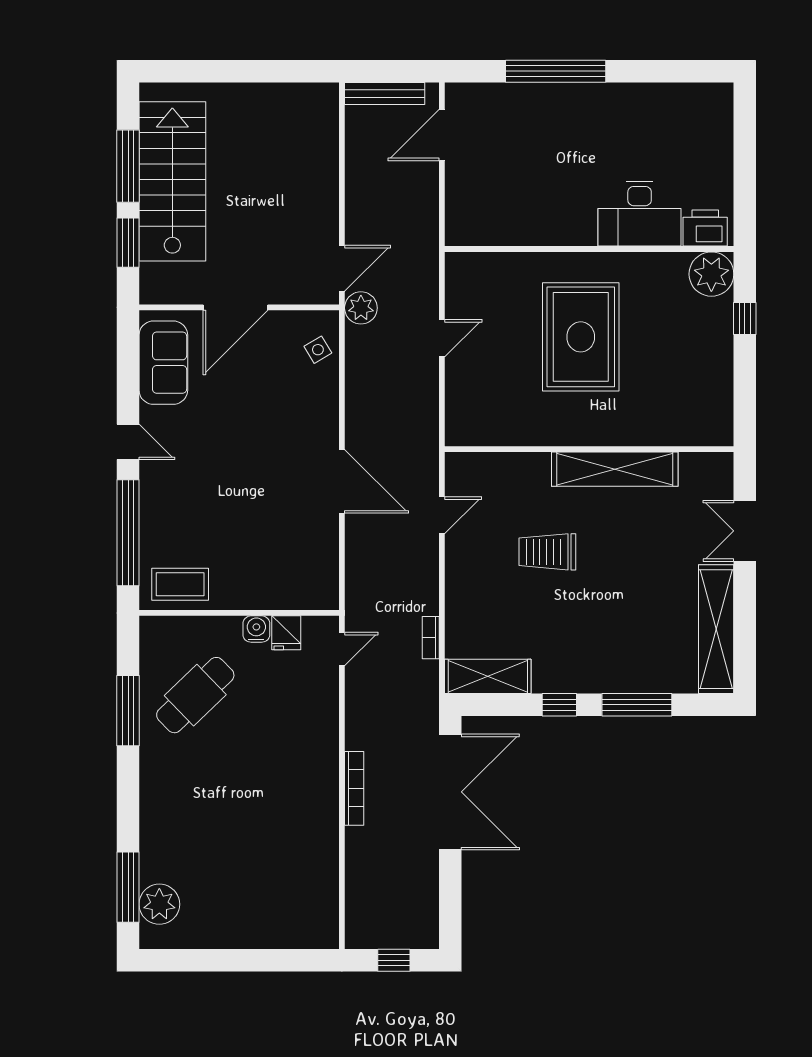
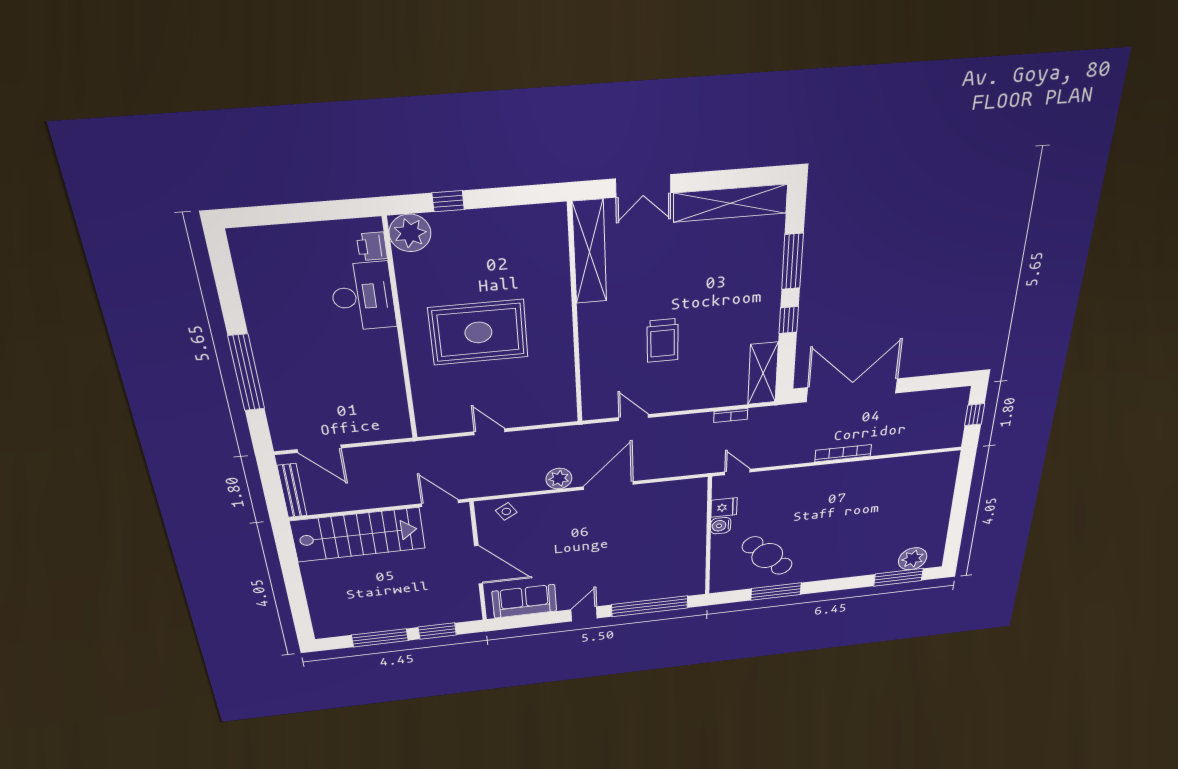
stairs: (172, 181) -> (358, 535), moved, turned 180
printer: (705, 228) -> (372, 246), width x0.73, depth x0.81
plant: (361, 308) -> (559, 479), moved
shelving: (615, 469) -> (590, 252), moved
coffee table: (180, 584) -> (687, 573), removed

